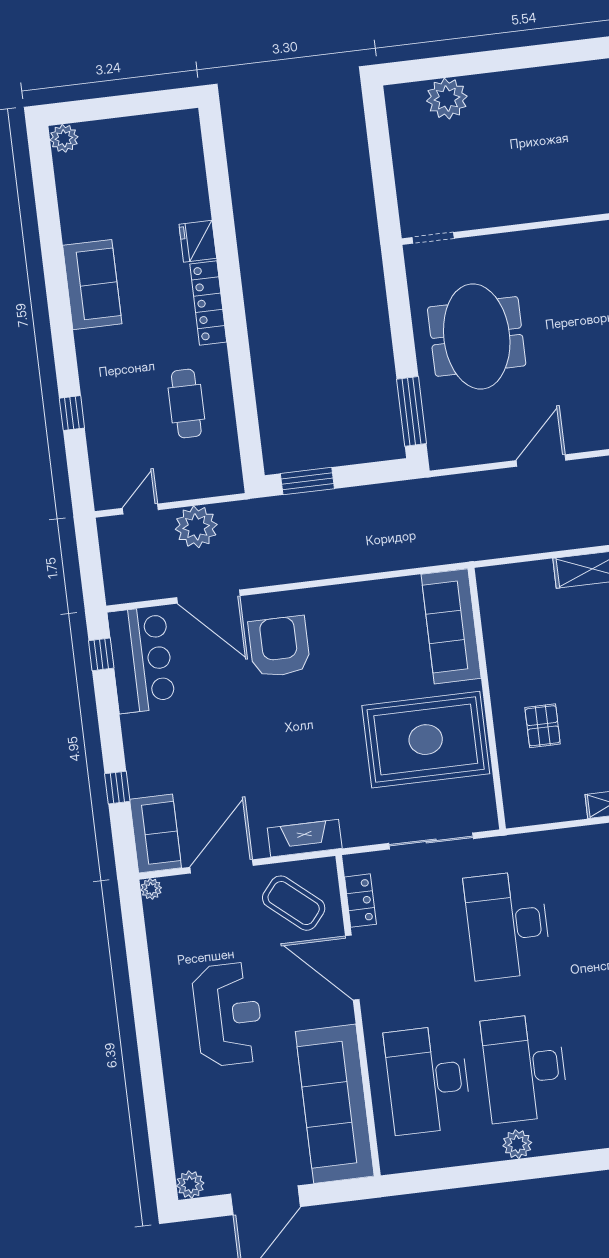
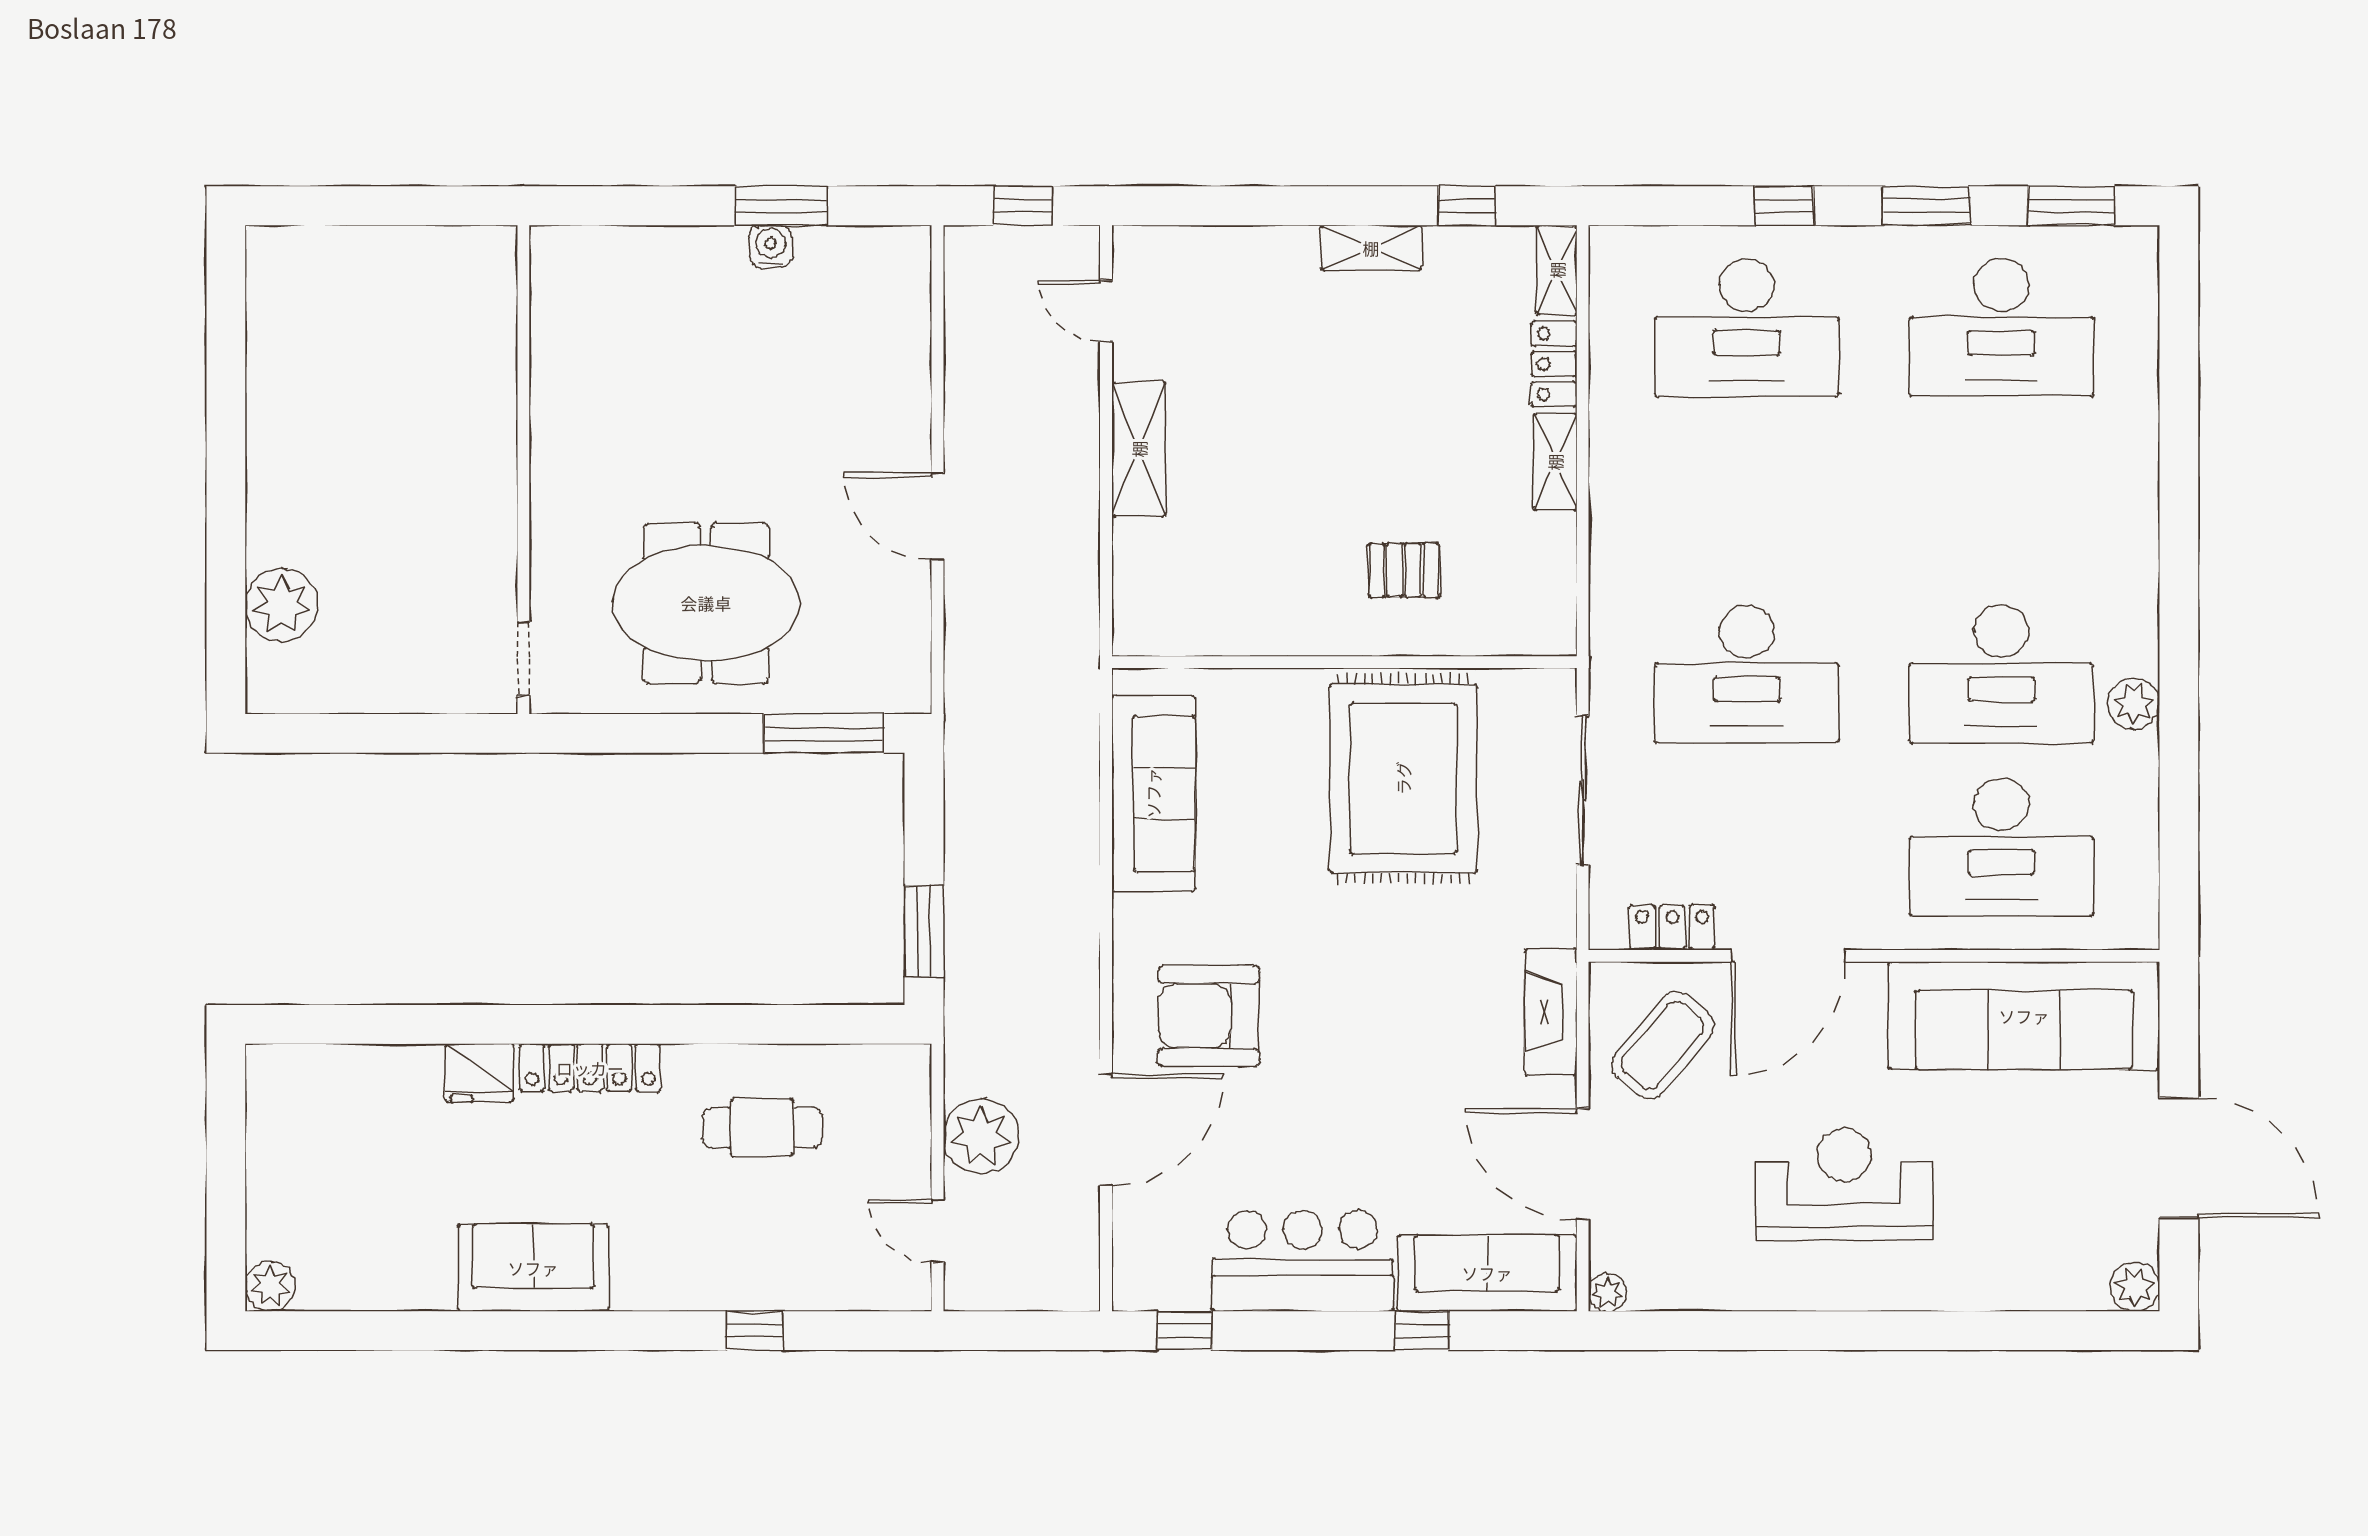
sofa: (451, 626) -> (1153, 793), moved, turned -90
bar counter: (141, 660) -> (1303, 1261), moved
sofa: (156, 833) -> (1487, 1273), width x1.36

